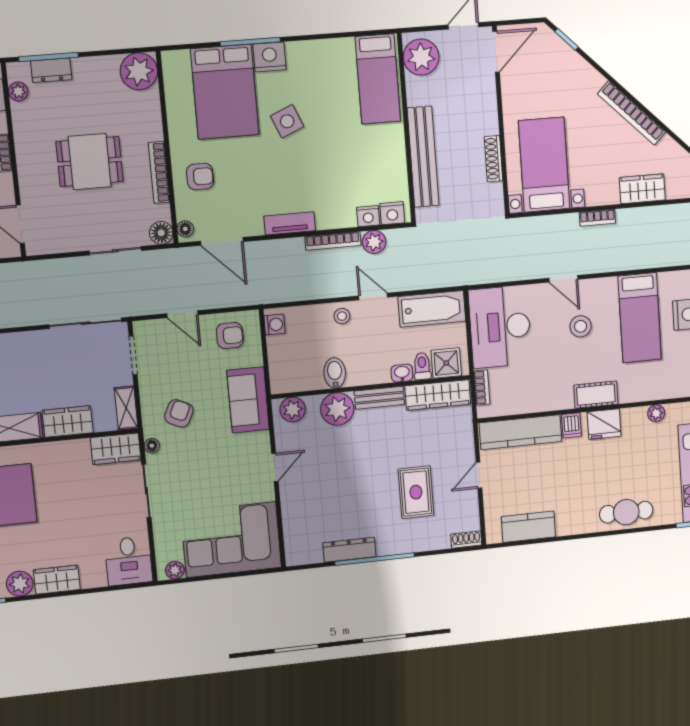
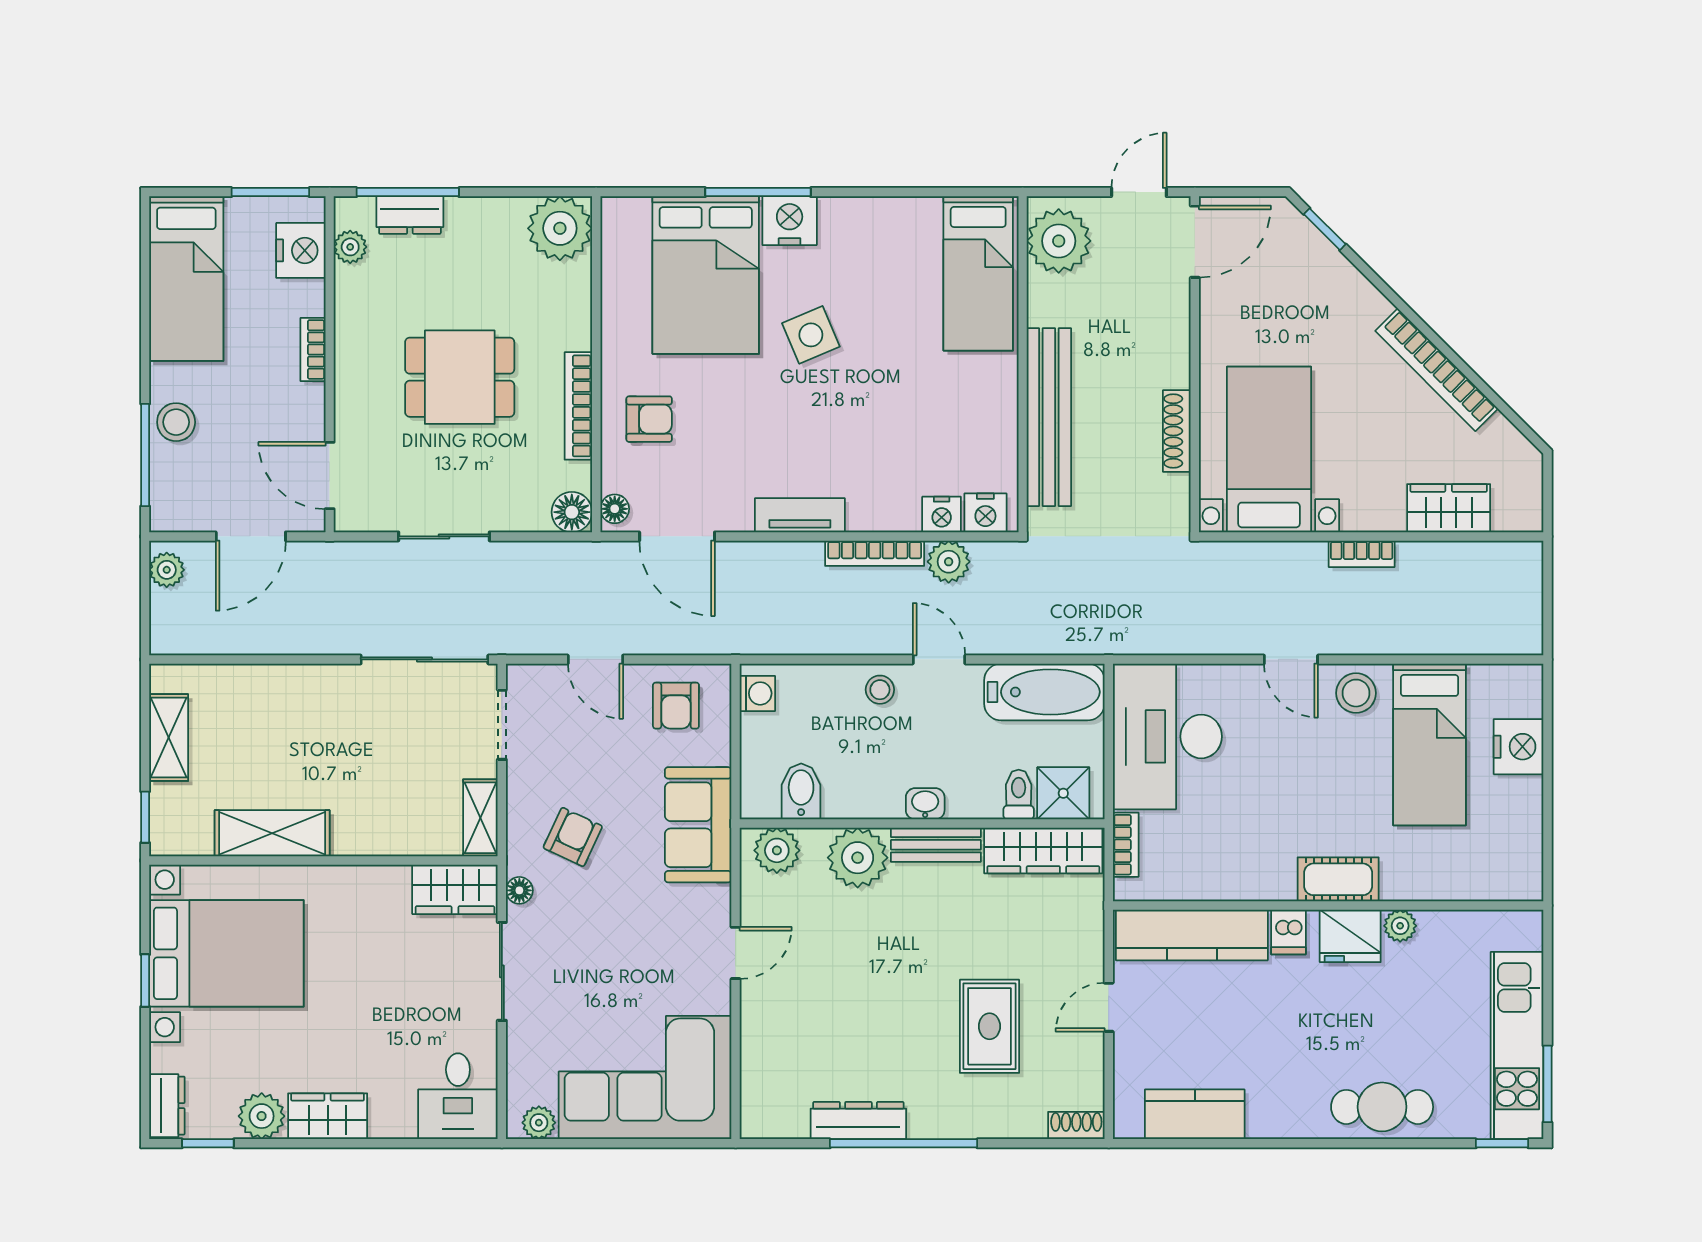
sliding door: (115, 251) -> (444, 536), moved
stool: (581, 326) -> (1356, 693), moved
armchair: (230, 336) -> (676, 706), turned 90
bidet: (335, 373) -> (801, 791), moved
washbasin: (402, 373) -> (925, 804), moved
plant: (656, 413) -> (1400, 926), moved
wardrobe: (68, 422) -> (376, 832), removed

